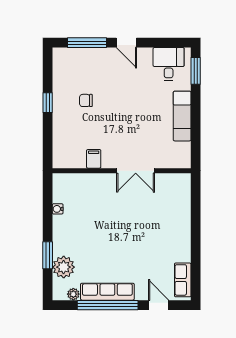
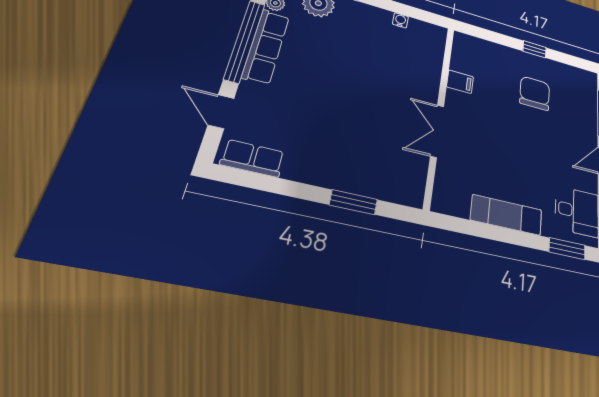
chair: (86, 100) -> (535, 93), width x1.87, depth x1.87
window: (196, 216) -> (353, 202), added
door: (159, 305) -> (221, 112), swing flipped

